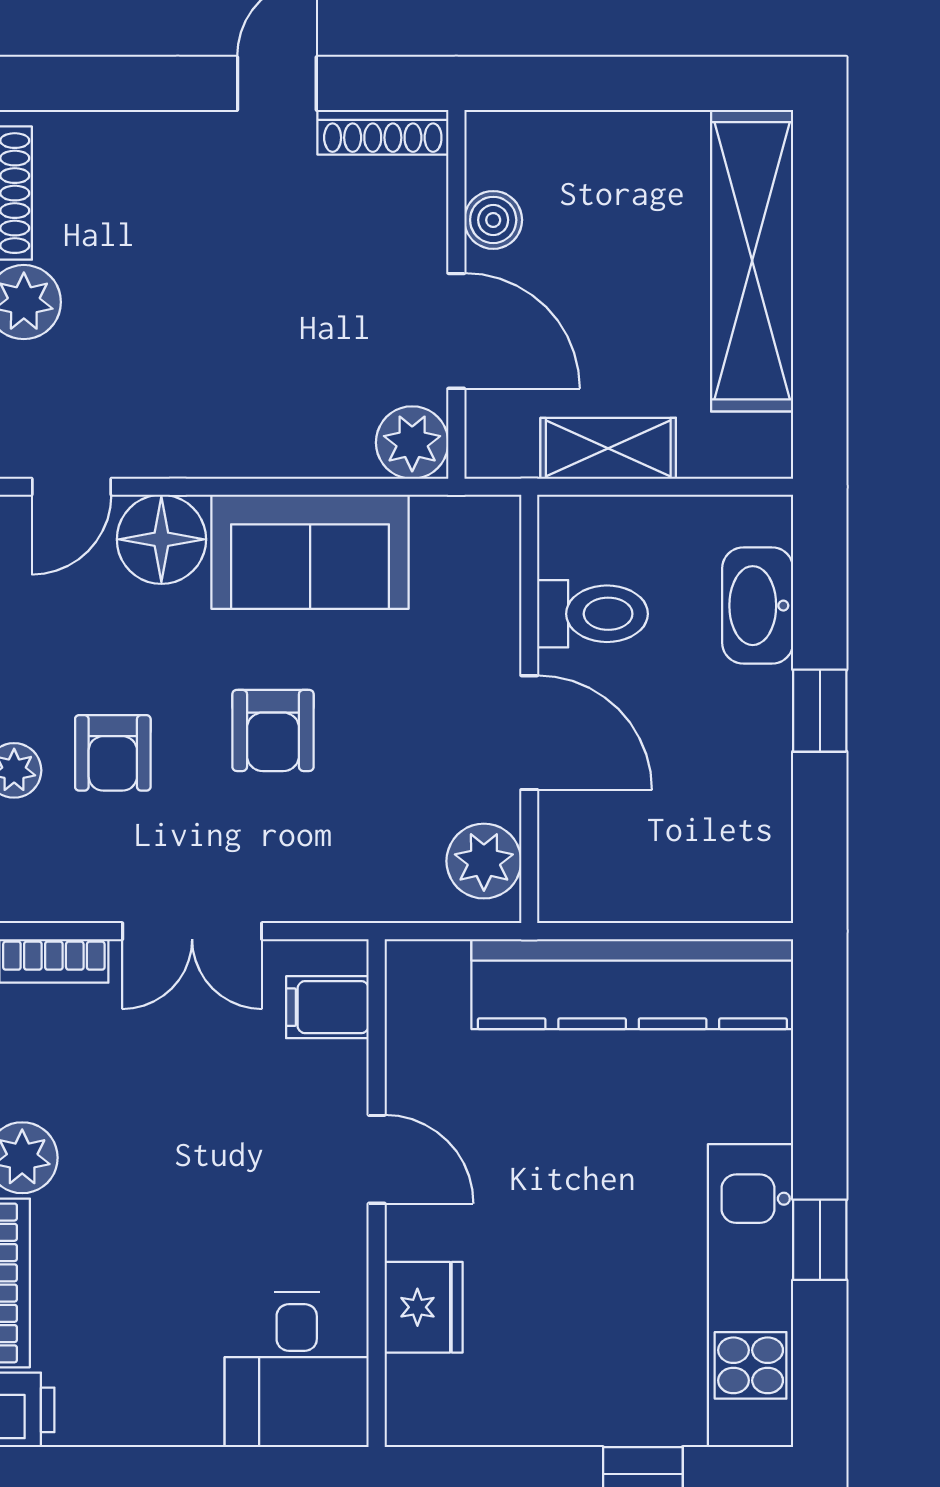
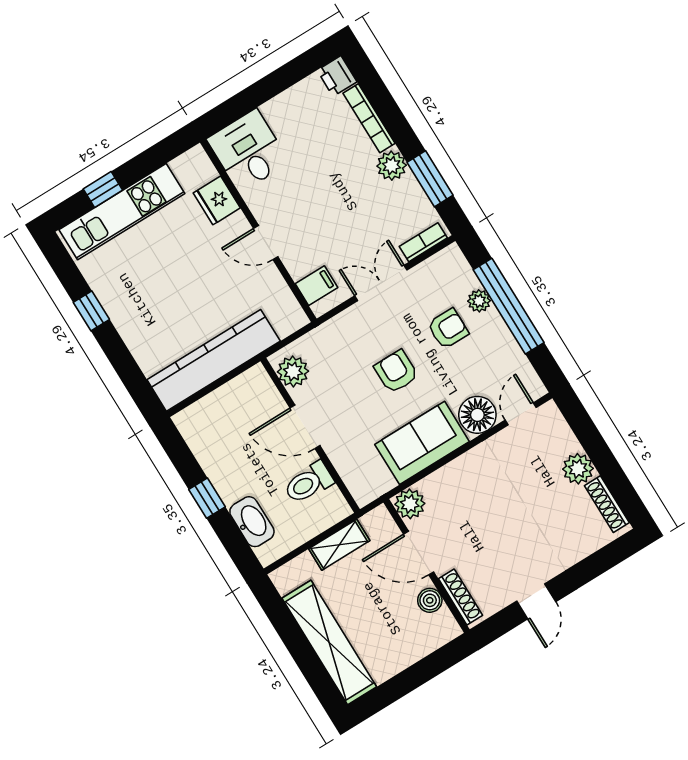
shoe rack: (383, 132) -> (461, 597), moved, turned 90
armchair: (113, 753) -> (448, 329), turned 90
kitchen unit: (751, 1296) -> (122, 212), moved, turned 90

